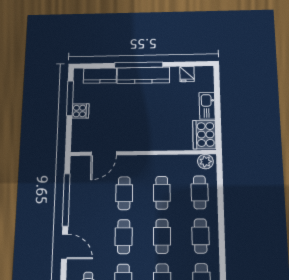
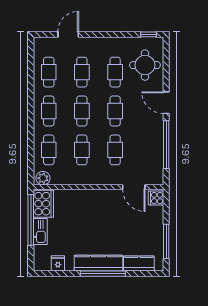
cooker: (80, 111) -> (156, 198), moved
window: (218, 117) -> (31, 220), added
door: (104, 154) -> (134, 187), swing flipped

